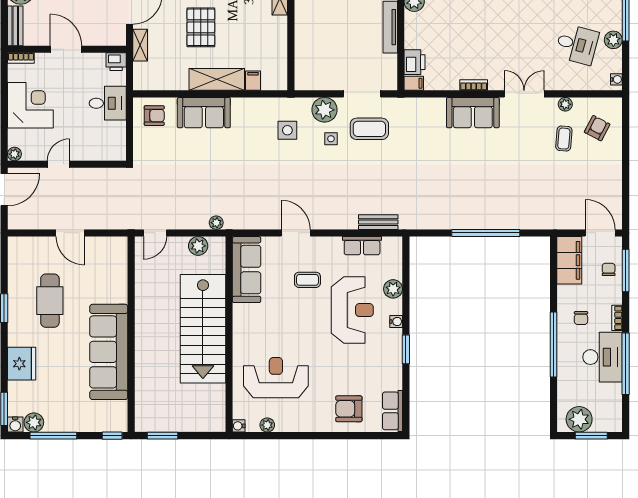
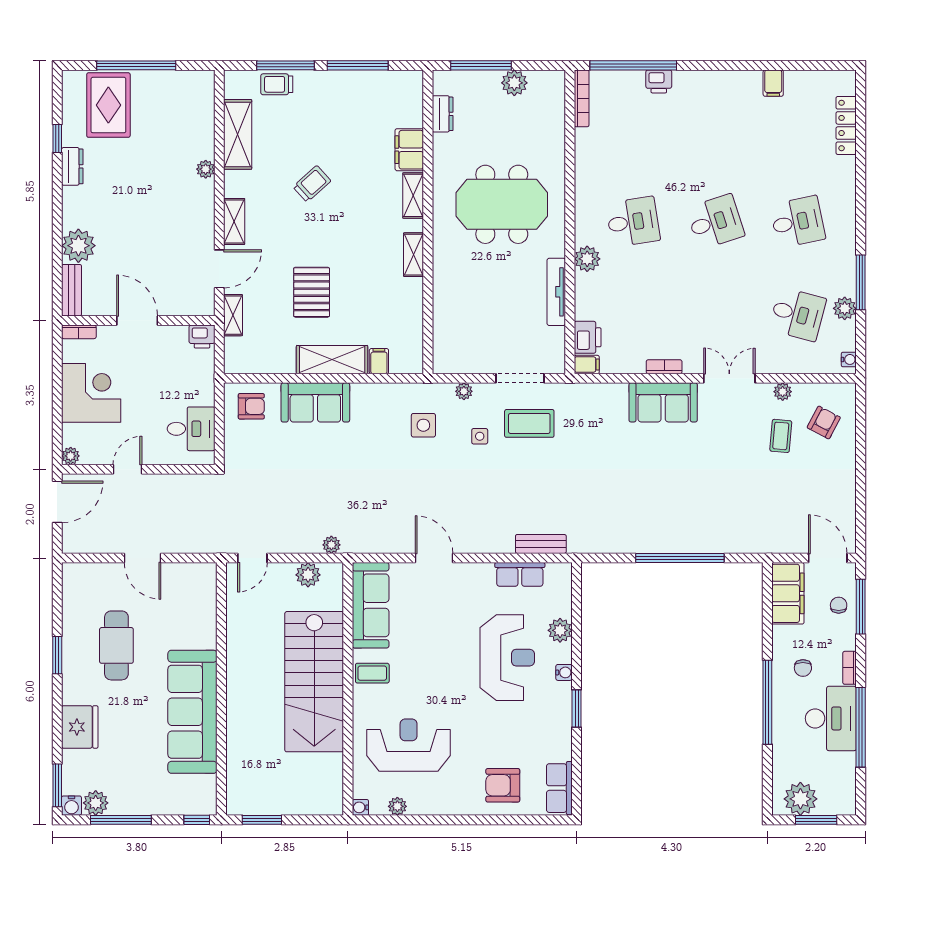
desk: (108, 103) -> (191, 429), moved
plant: (324, 110) -> (464, 391), width x0.53, depth x0.53
coffee table: (307, 280) -> (372, 673), moved

